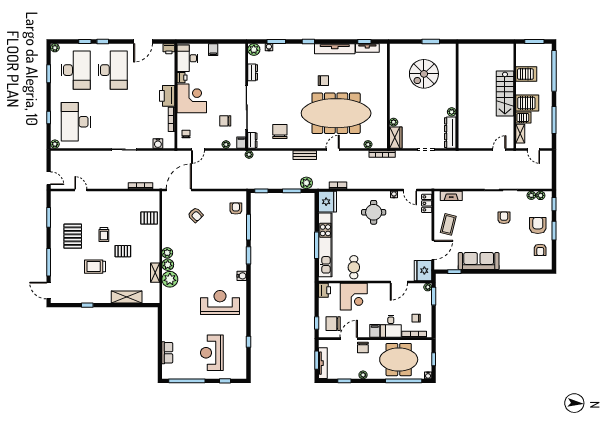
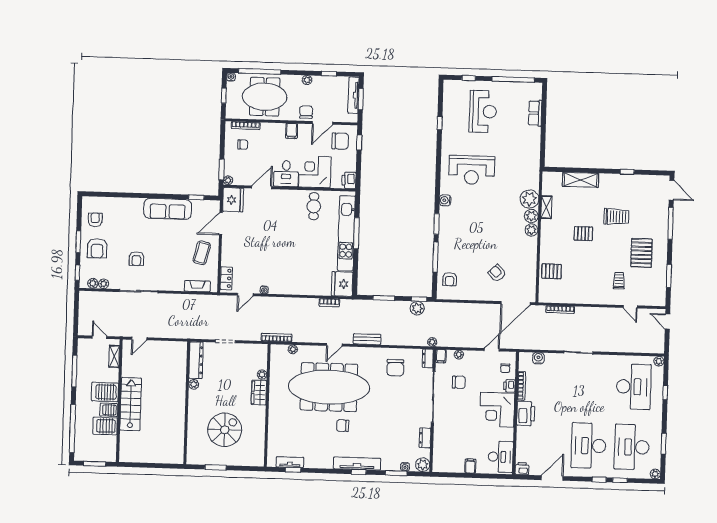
tv unit: (335, 49) -> (357, 464), moved
printer: (182, 78) -> (509, 386), moved
server rack: (523, 118) -> (109, 410), moved
wardrobe: (396, 138) -> (259, 393), moved
plant: (306, 183) -> (417, 308), moved
door: (410, 190) -> (245, 295), swing flipped
round table: (374, 212) -> (289, 270), removed
trolley: (104, 234) -> (619, 281), moved
desk: (391, 326) -> (286, 174), moved, turned 180

